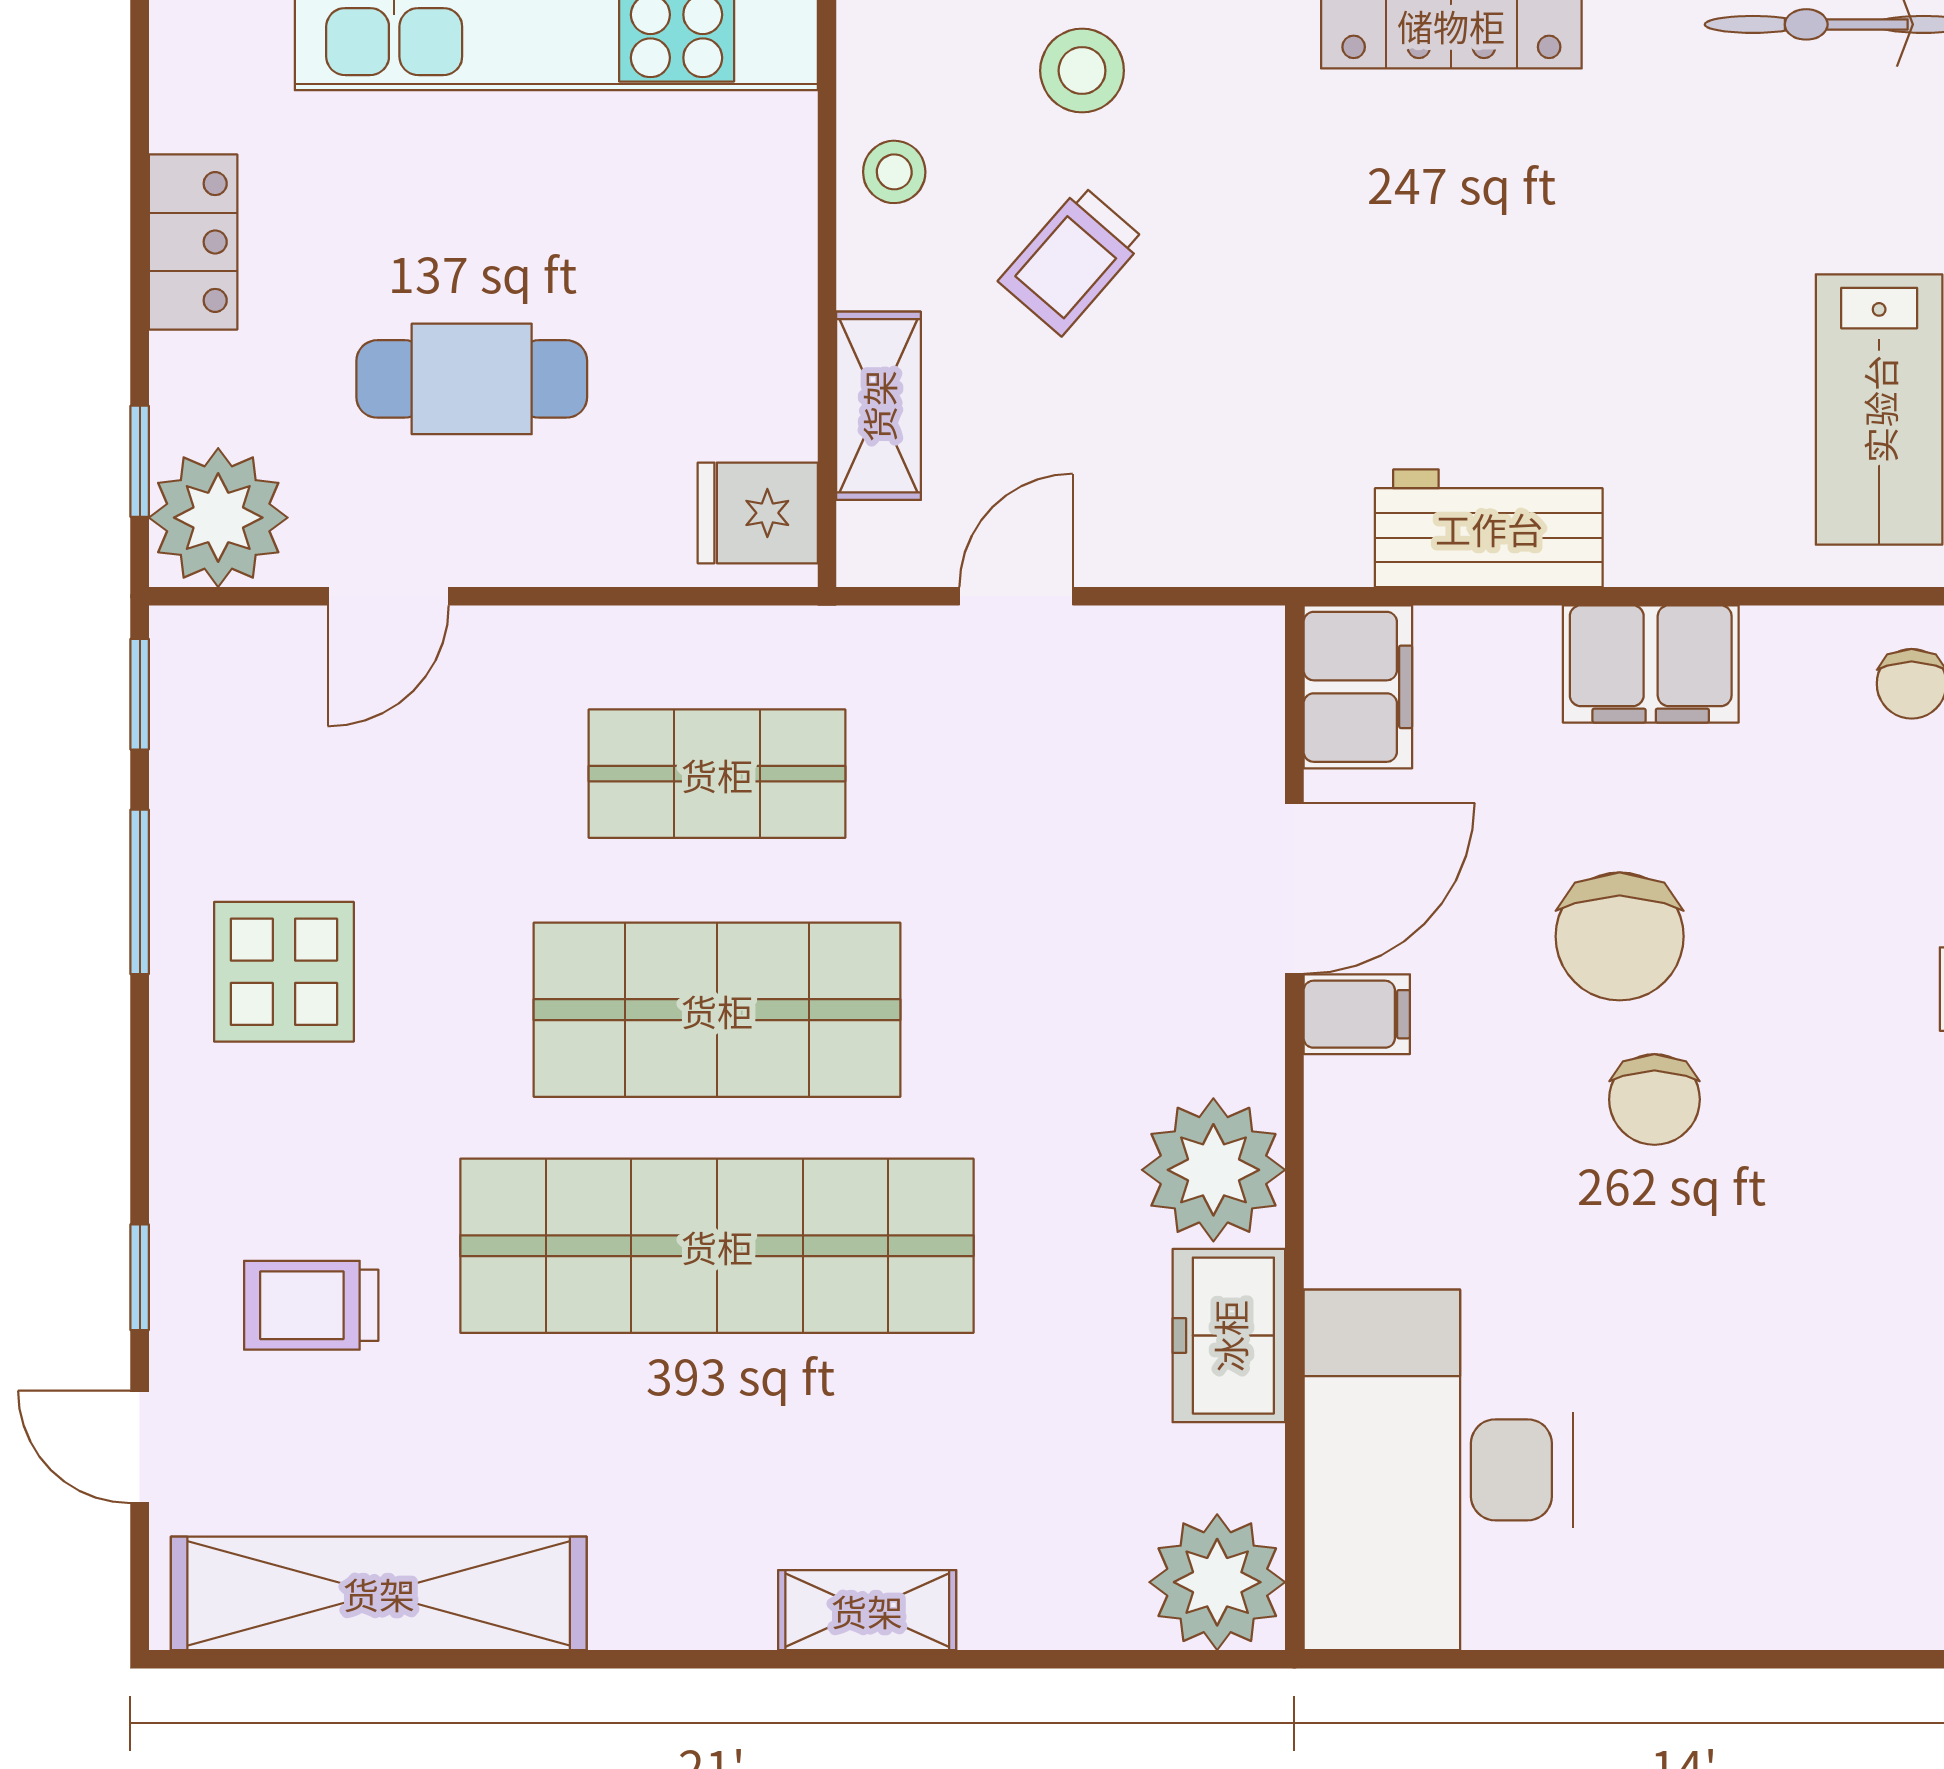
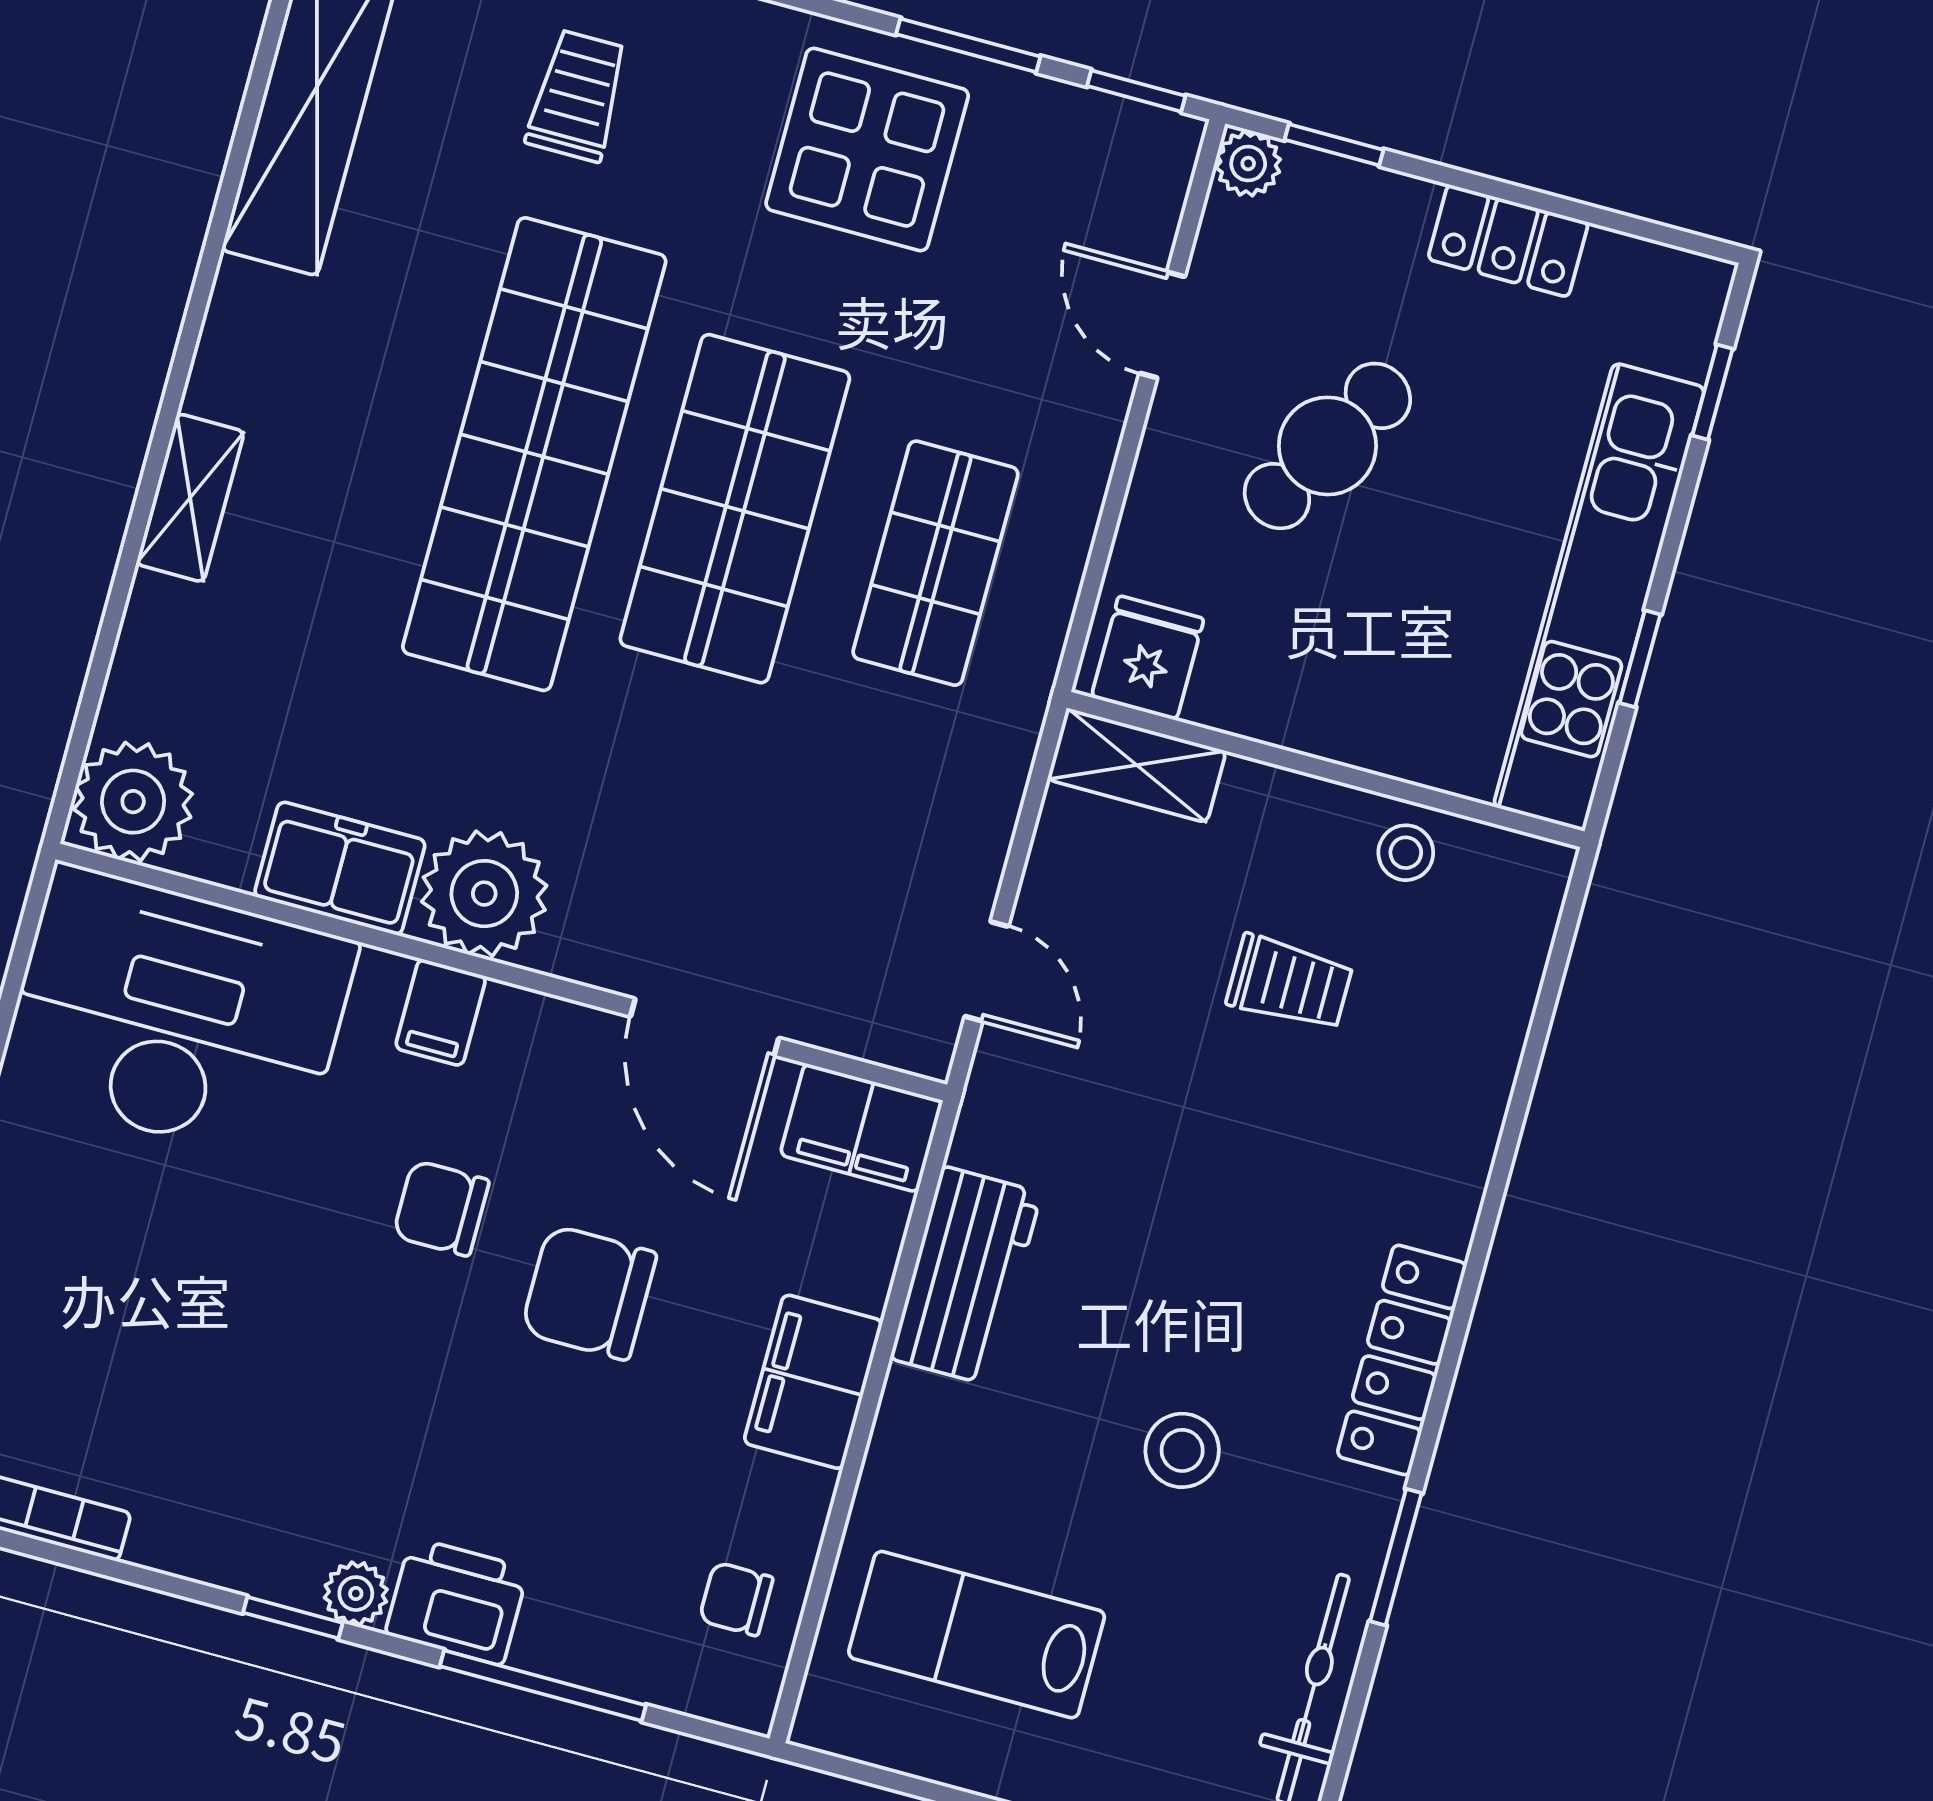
stool: (1082, 71) -> (1182, 1450), moved
trolley: (1072, 261) -> (1290, 983), turned 139
cafe table: (472, 379) -> (1327, 446), turned 30
shelving: (878, 406) -> (1137, 765), moved
plant: (218, 518) -> (1248, 164), width x0.53, depth x0.53
door: (1016, 596) -> (986, 971), moved
display table: (284, 972) -> (867, 150), width x1.36, depth x1.36
filing cabinet: (1357, 1014) -> (441, 1012), moved
chair: (1654, 1099) -> (441, 1208), moved

